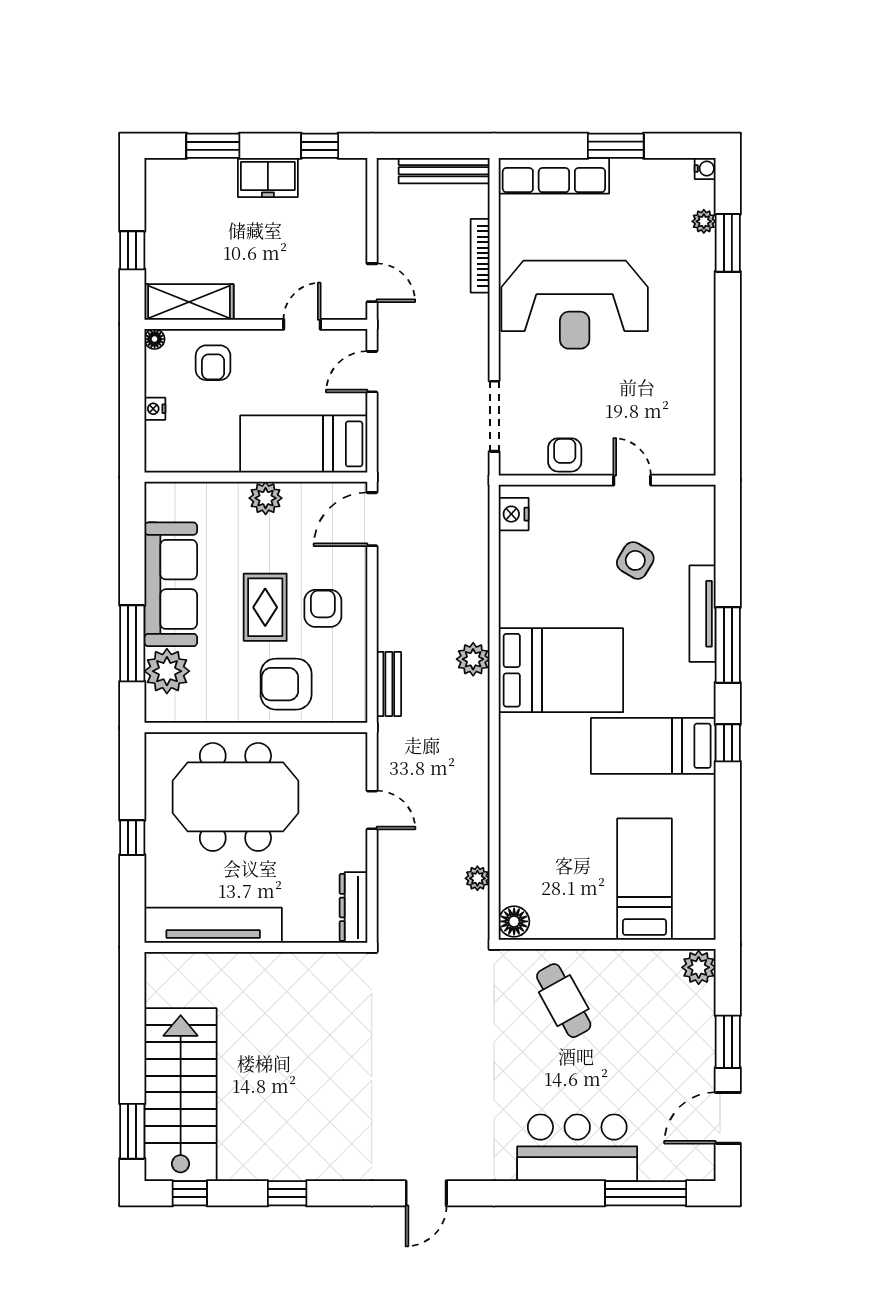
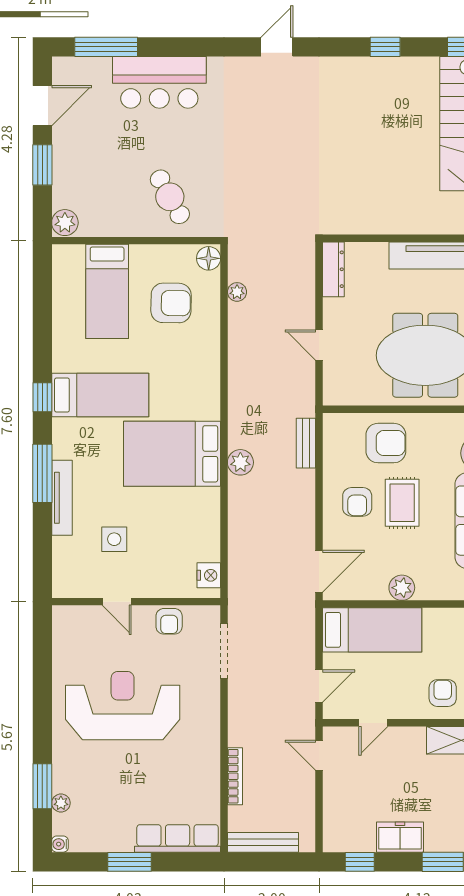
reception desk: (575, 305) -> (123, 706), moved
side table: (635, 560) -> (114, 539), turned -31
armchair: (562, 864) -> (171, 303), added

